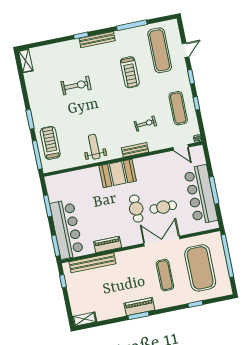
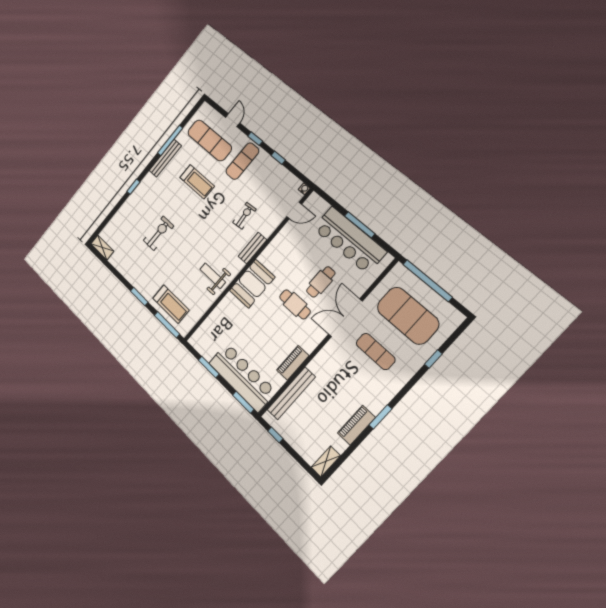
bench: (97, 40) -> (165, 158), moved
exercise mat: (178, 108) -> (242, 161), moved, turned 90
treadmill: (50, 143) -> (171, 304), turned 180
piano: (139, 307) -> (356, 425), moved

